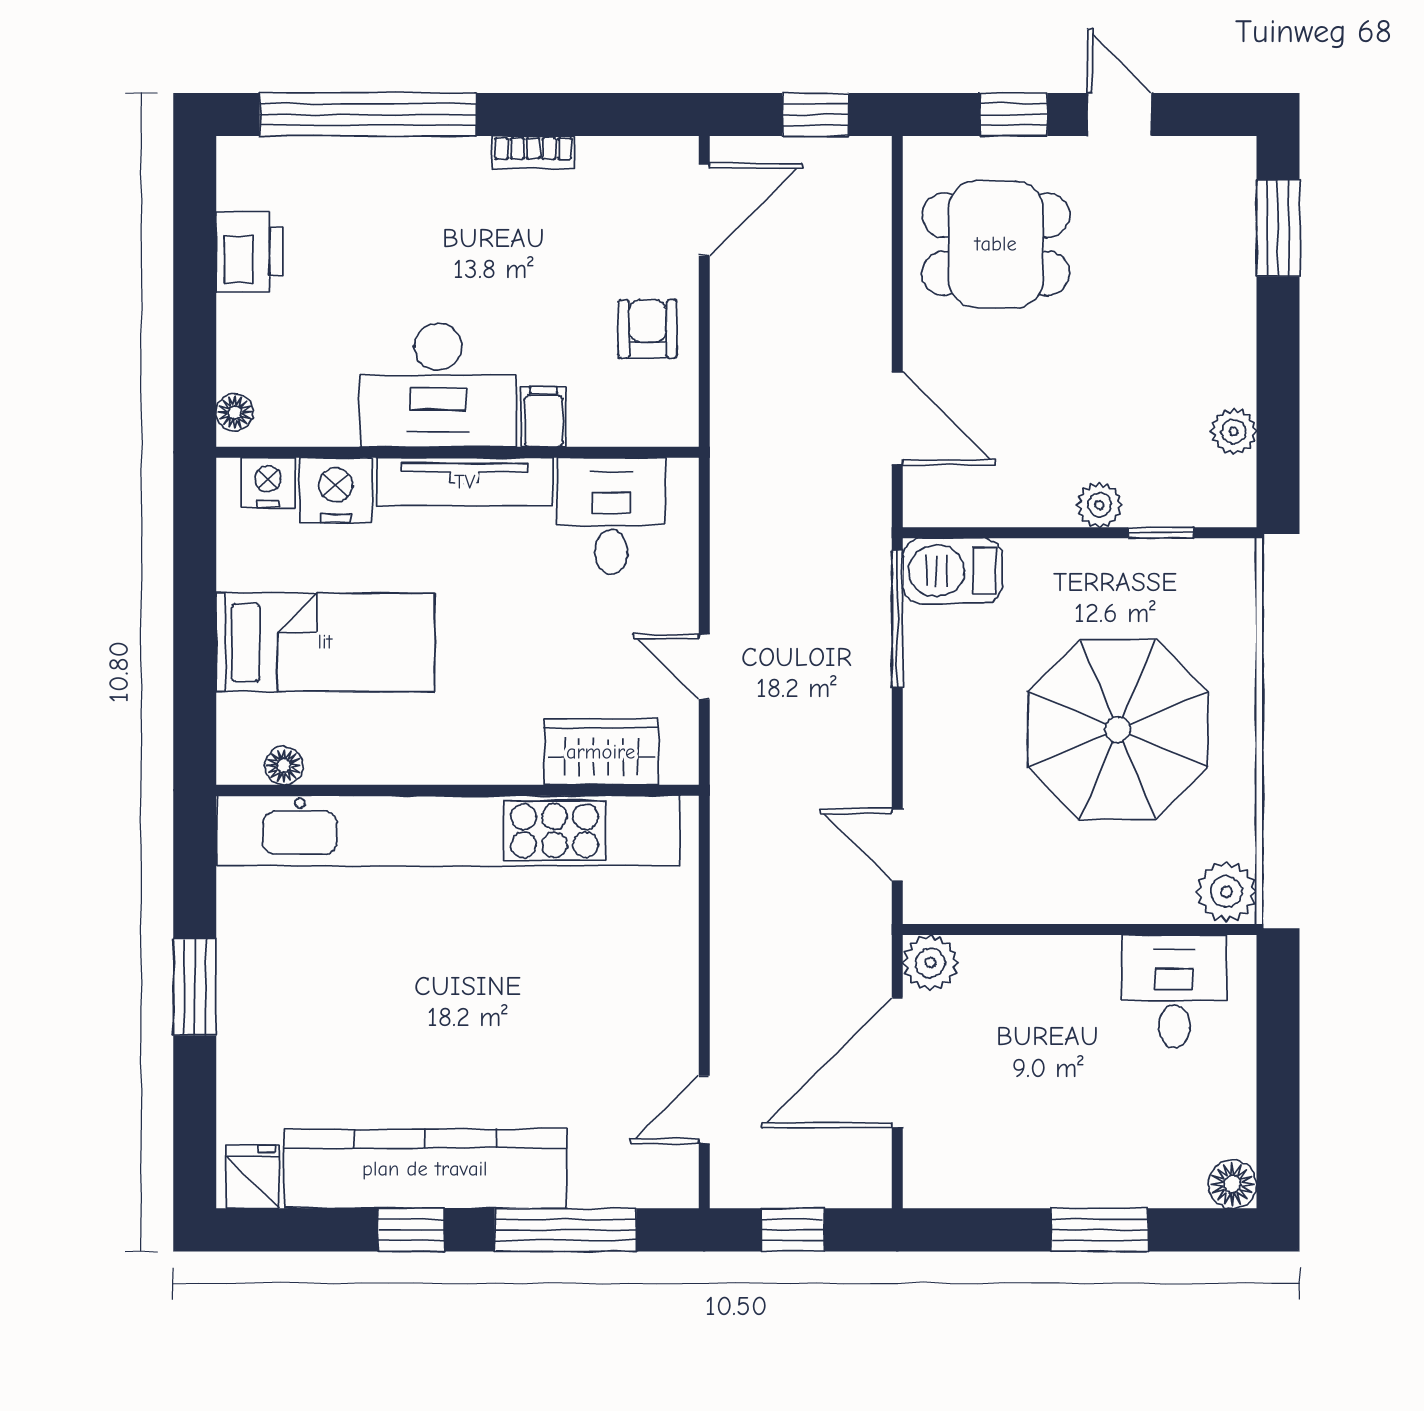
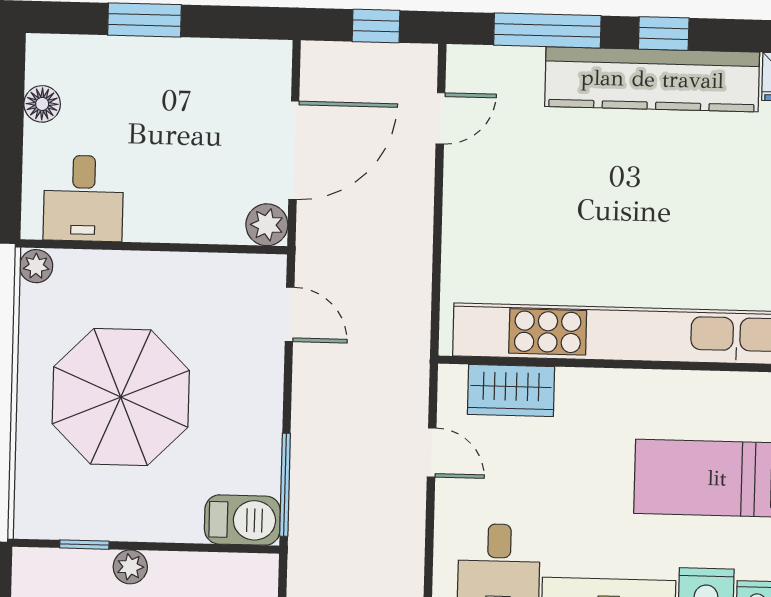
floor lamp: (284, 766) -> (751, 386), removed
plant: (1226, 892) -> (36, 266), width x0.73, depth x0.73
floor lamp: (1232, 1184) -> (42, 104), moved

